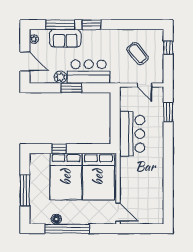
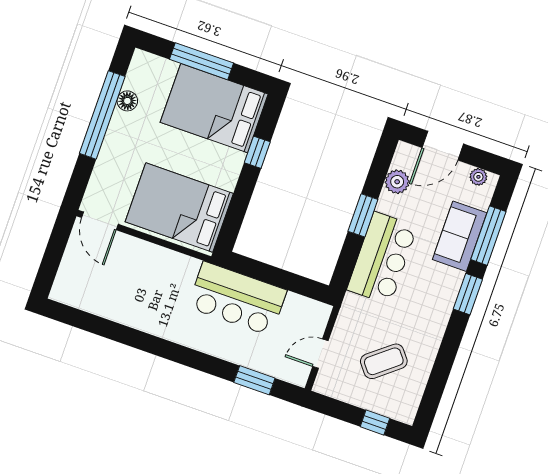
plant: (60, 77) -> (397, 182), moved
bed: (66, 177) -> (214, 108), moved
door: (118, 212) -> (100, 221), hinge flipped

